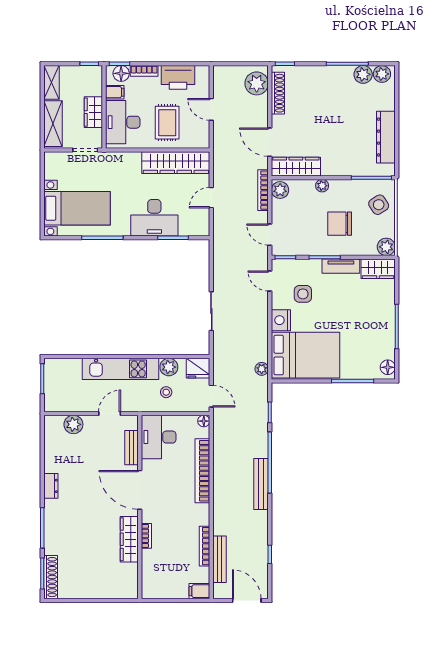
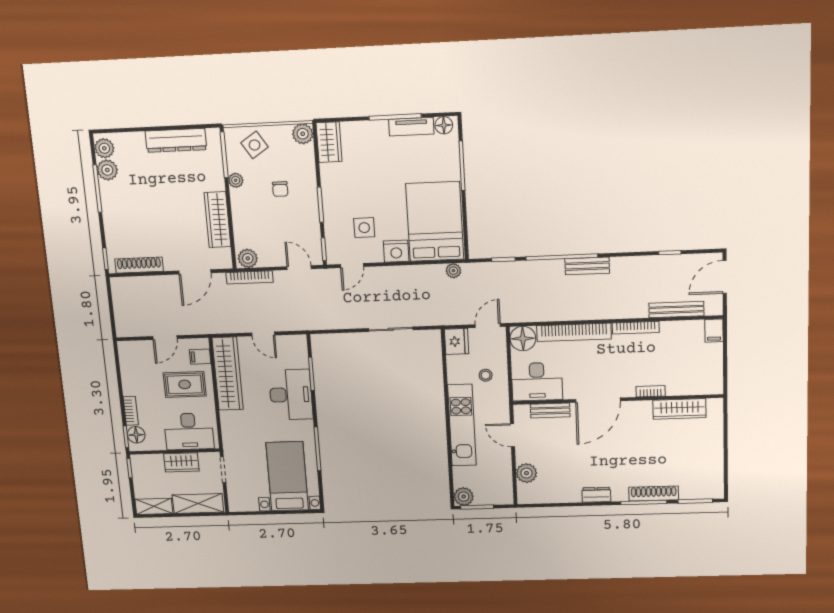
printer: (178, 77) -> (134, 375), removed
plant: (257, 83) -> (131, 289), removed
filing cabinet: (115, 92) -> (200, 357), moved, turned -90
wardrobe: (296, 167) -> (217, 220), moved
plant: (322, 186) -> (236, 180), moved
chair: (340, 224) -> (280, 189), width x0.54, depth x0.54
door: (270, 235) -> (299, 268), swing flipped
tv unit: (341, 266) -> (411, 127), moved, turned 90
plant: (169, 367) -> (464, 497), moved
floor lamp: (204, 421) -> (523, 338), width x1.89, depth x1.89
bench: (261, 484) -> (587, 266), width x0.73
wardrobe: (129, 539) -> (679, 409), moved
bookcase: (205, 546) -> (636, 328), moved
shoe rack: (51, 577) -> (654, 494), moved

